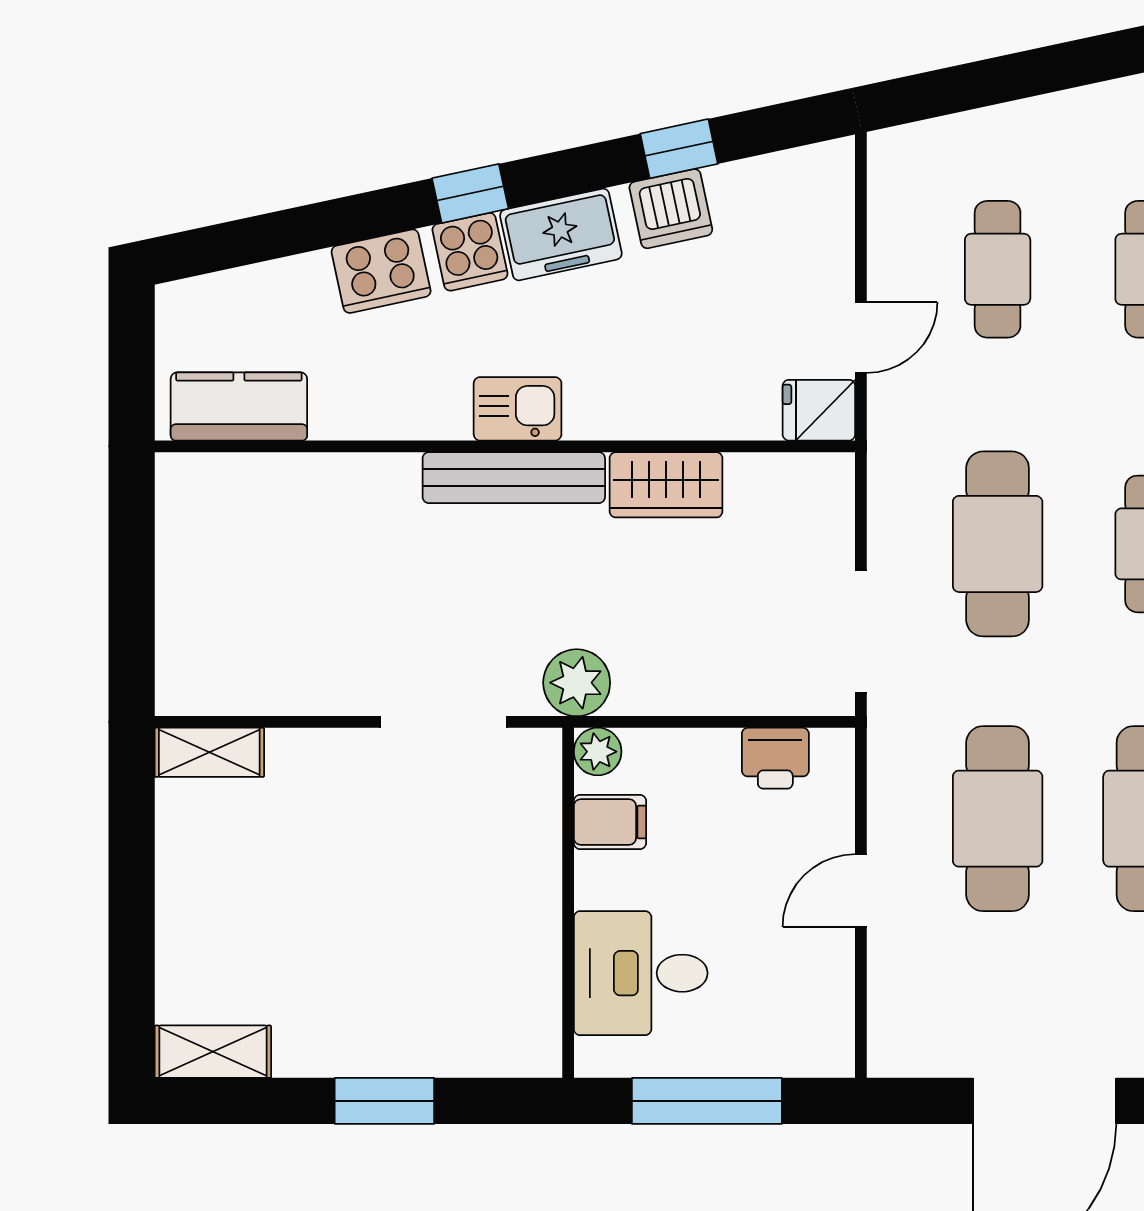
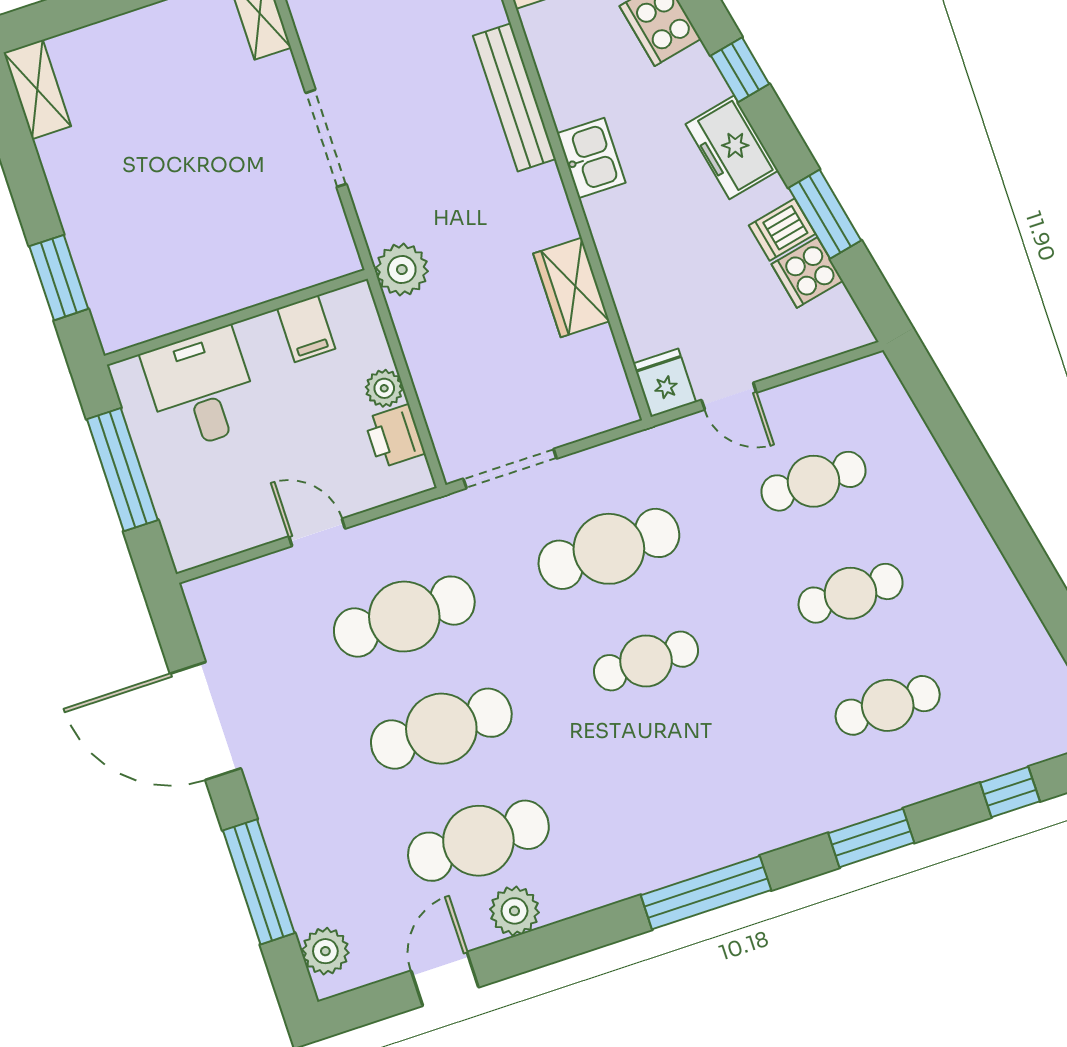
window: (679, 149) -> (825, 214), width x1.50
dishwasher: (671, 209) -> (782, 230), width x0.73
cooker: (470, 252) -> (807, 272), moved
bench: (514, 478) -> (514, 97), moved
doorway: (443, 722) -> (326, 138), moved
plant: (598, 752) -> (384, 388), moved
window: (384, 1101) -> (59, 278), moved

